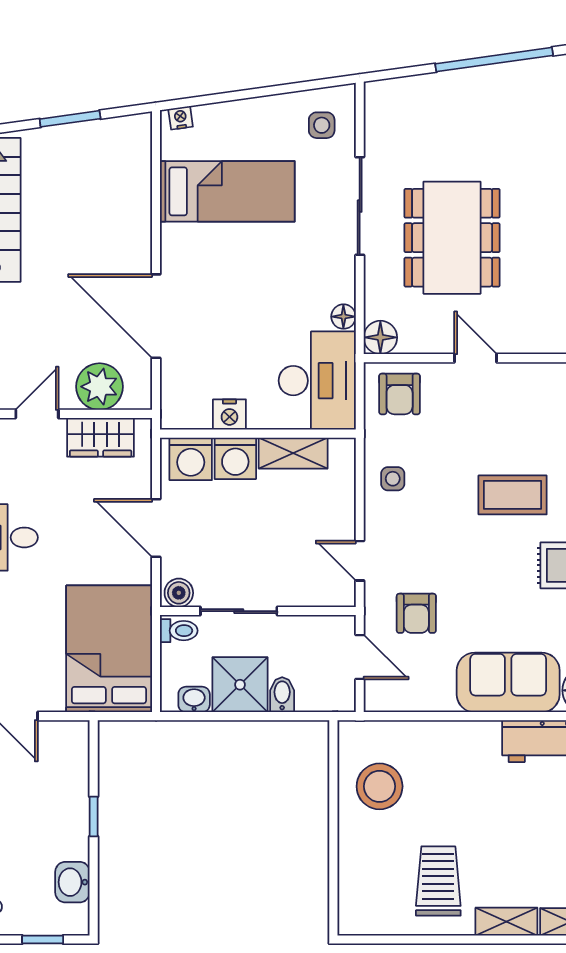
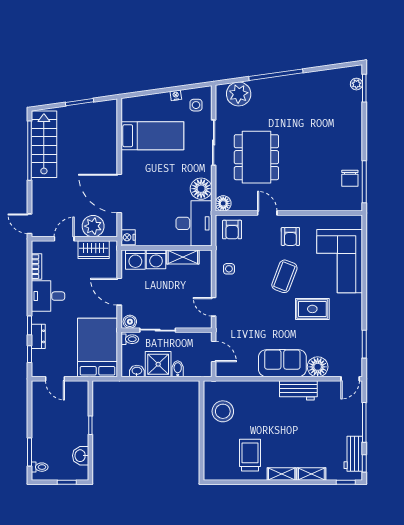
plant: (414, 101) -> (239, 94), added
nightstand: (181, 118) -> (176, 95), moved
floor lamp: (343, 317) -> (201, 189), width x1.89, depth x1.89
nightstand: (229, 415) -> (128, 237), moved, turned 90
coffee table: (513, 495) -> (284, 276), turned -69
armchair: (416, 613) -> (290, 236), moved

